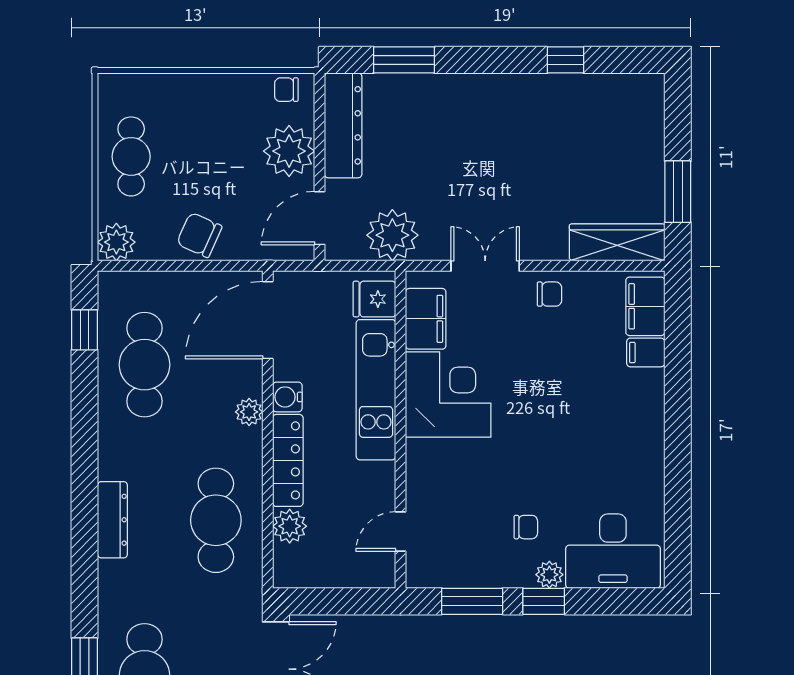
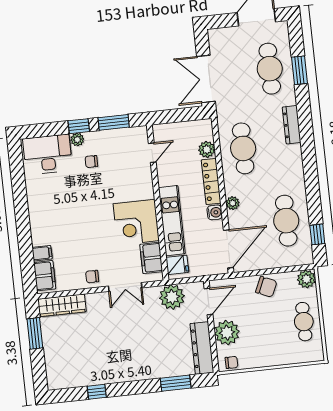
dresser: (112, 520) -> (292, 125), moved

